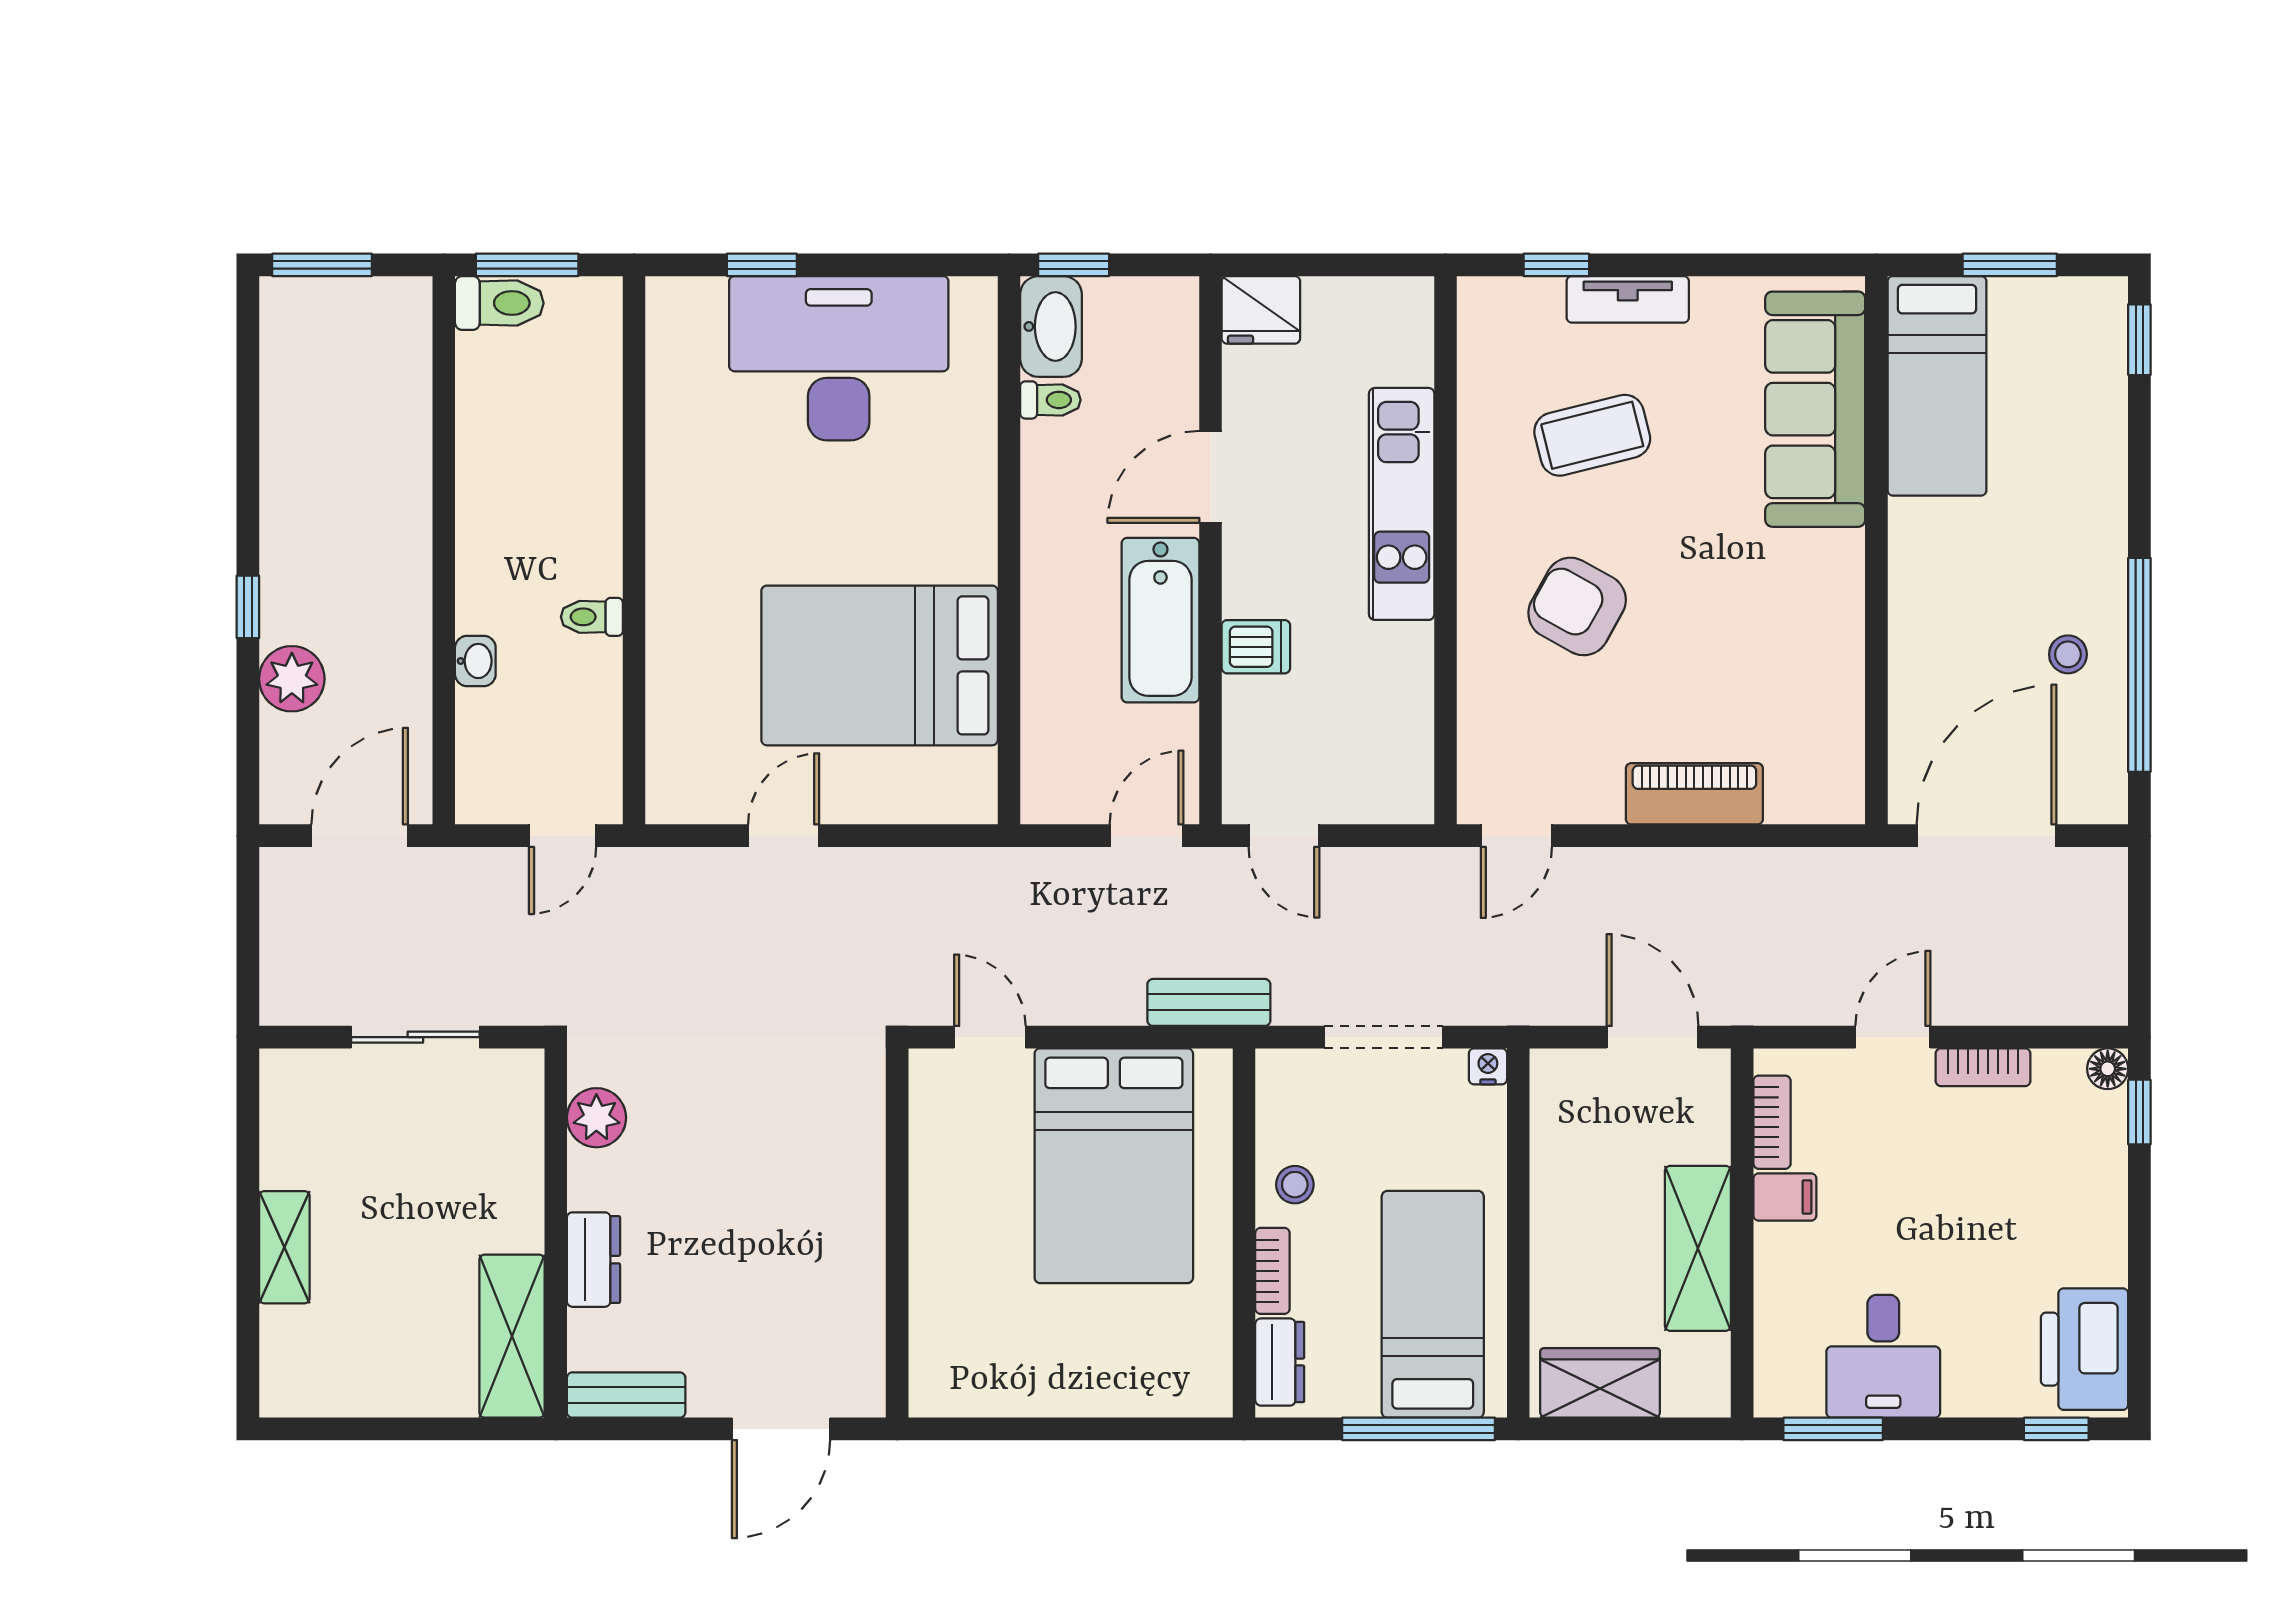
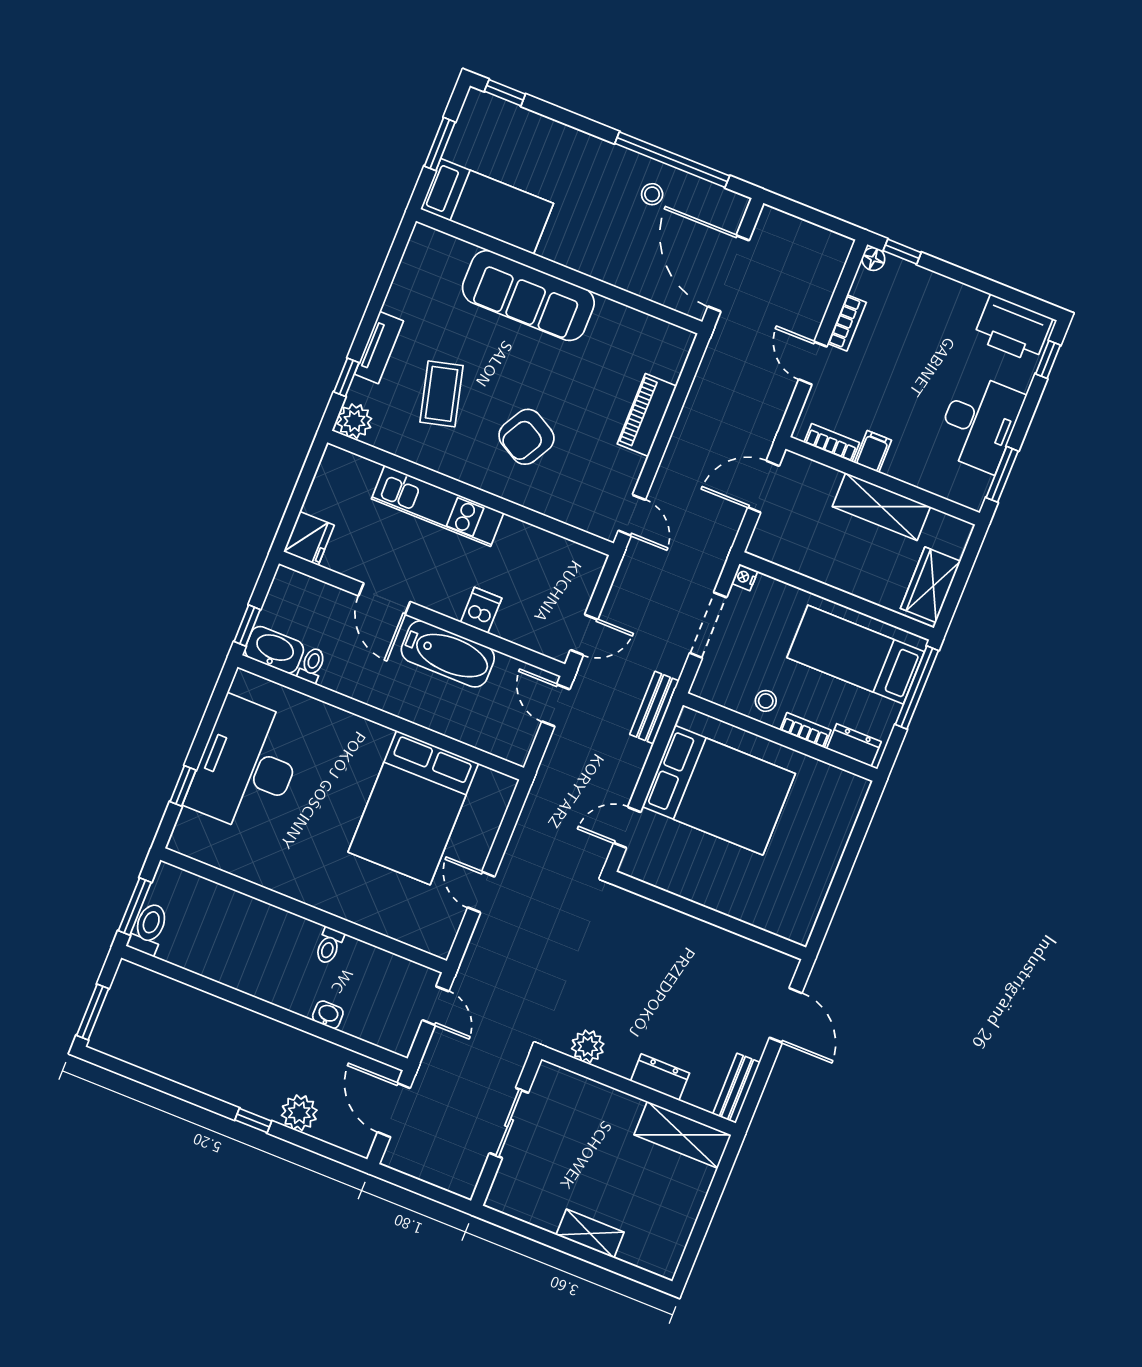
plant: (1488, 308) -> (354, 421), added
sofa: (1815, 409) -> (528, 295), moved
desk: (1883, 1356) -> (979, 423), width x1.37

